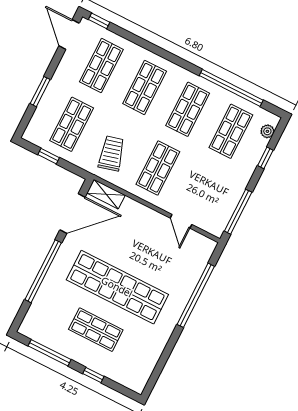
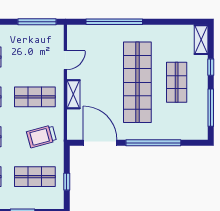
shelving: (106, 194) -> (73, 94), moved
shelving: (129, 380) -> (201, 40), added

